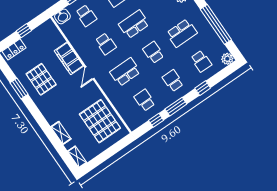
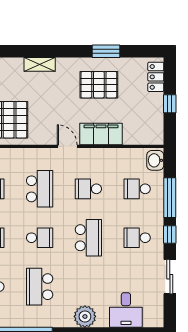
shelving: (61, 133) -> (40, 64), moved

